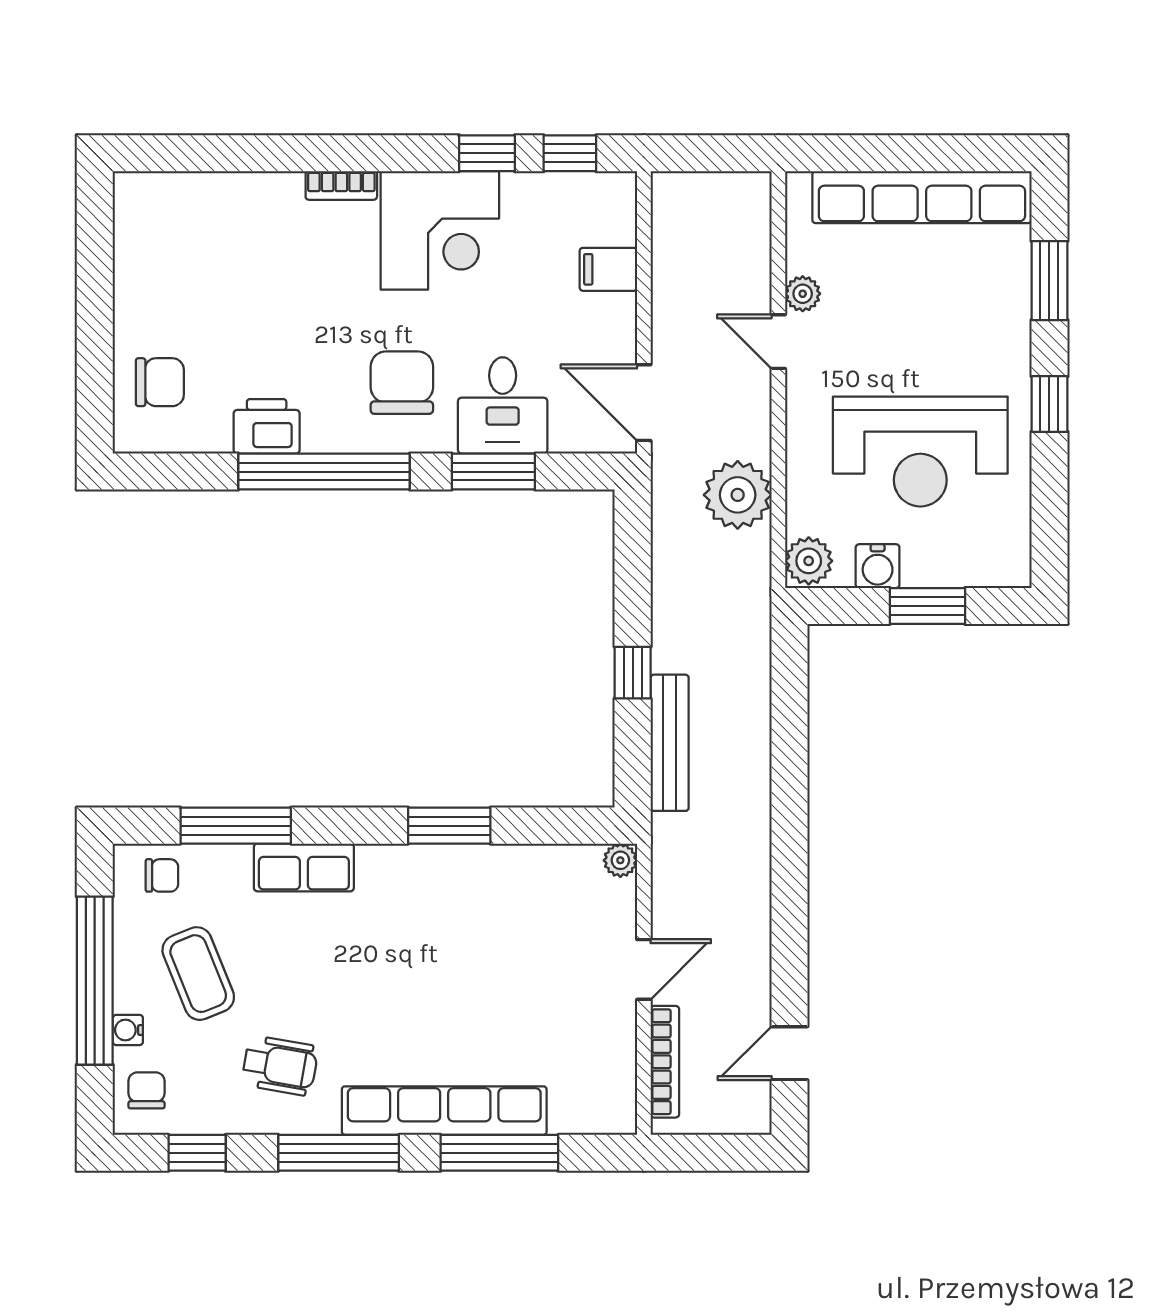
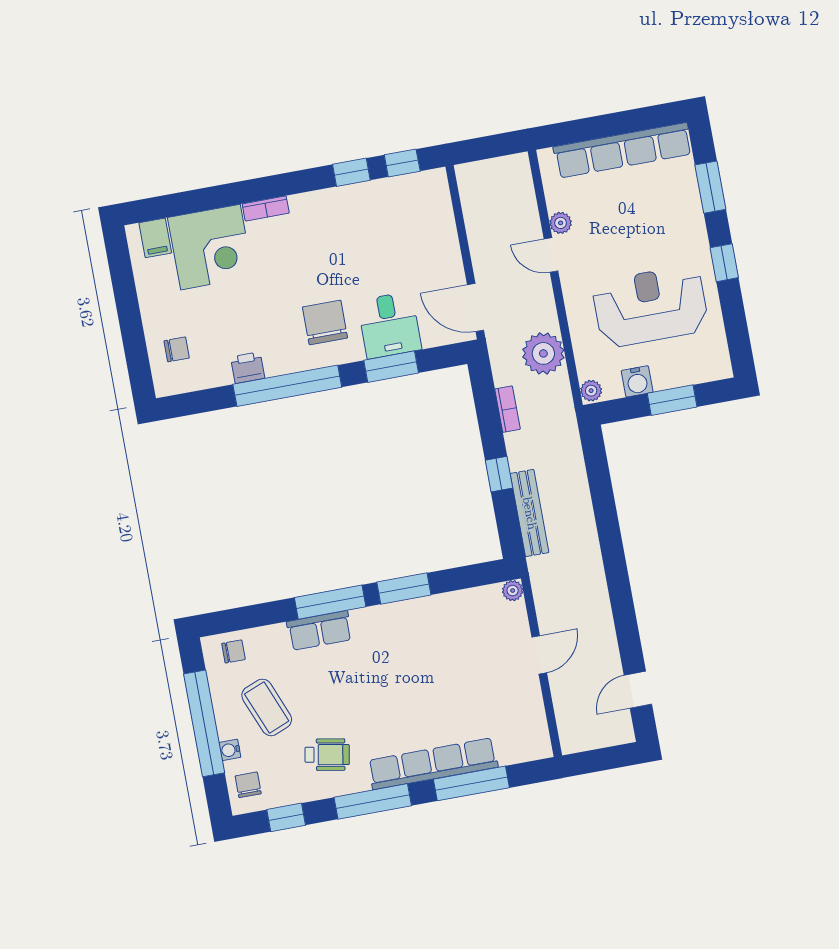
corner desk: (440, 230) -> (210, 247), moved
filing cabinet: (608, 269) -> (155, 238), moved, turned -90
chair: (160, 382) -> (177, 349), width x0.73, depth x0.73
printer: (267, 426) -> (248, 368), width x0.73, depth x0.81
reception desk: (920, 452) -> (650, 306), turned 180
plant: (809, 561) -> (591, 391), width x0.73, depth x0.73
window: (236, 826) -> (330, 602), moved
bookcase: (665, 1062) -> (507, 409), moved, width x0.64

